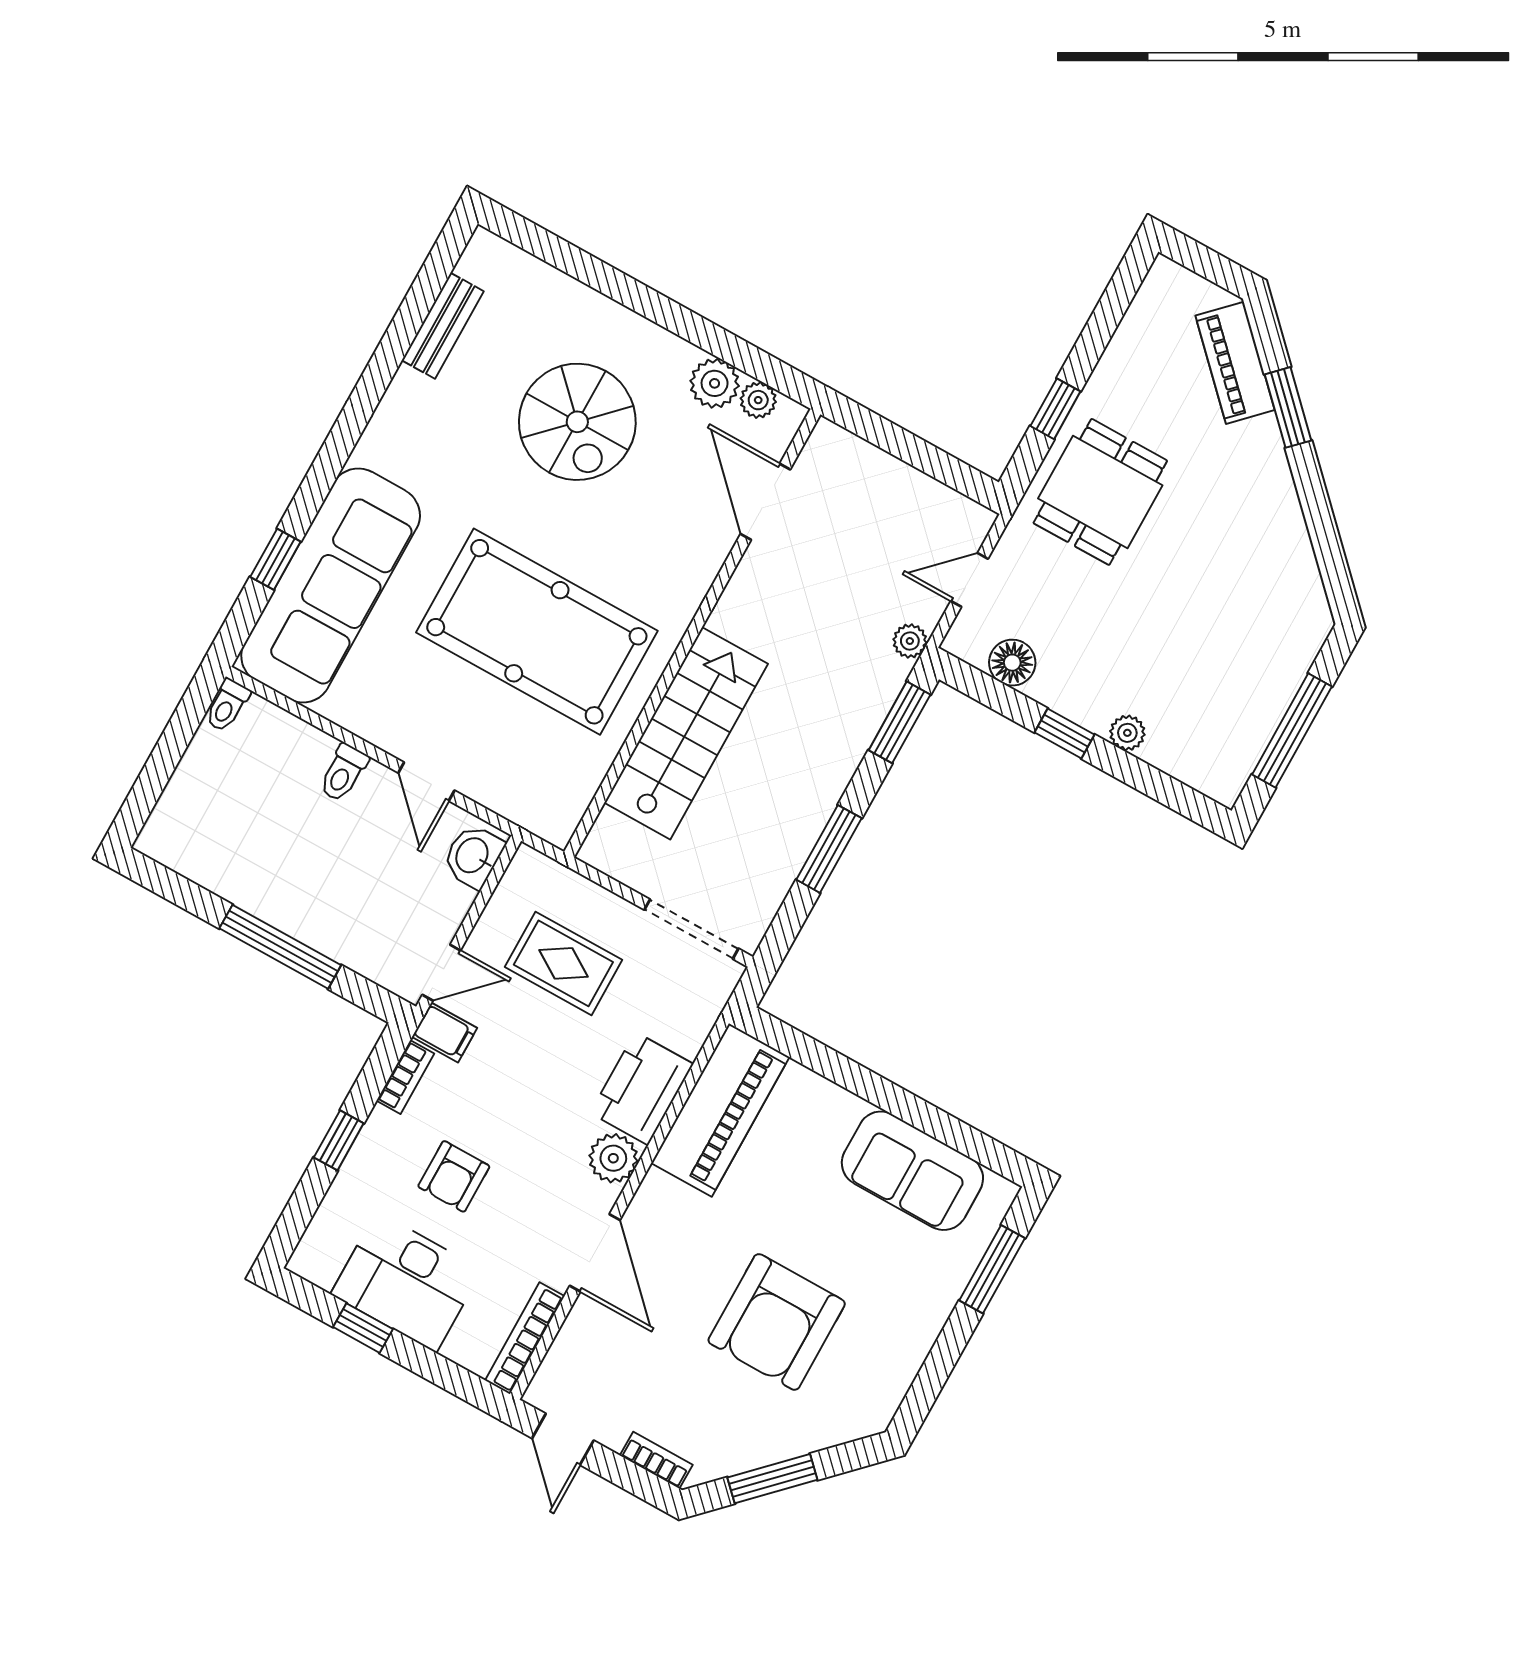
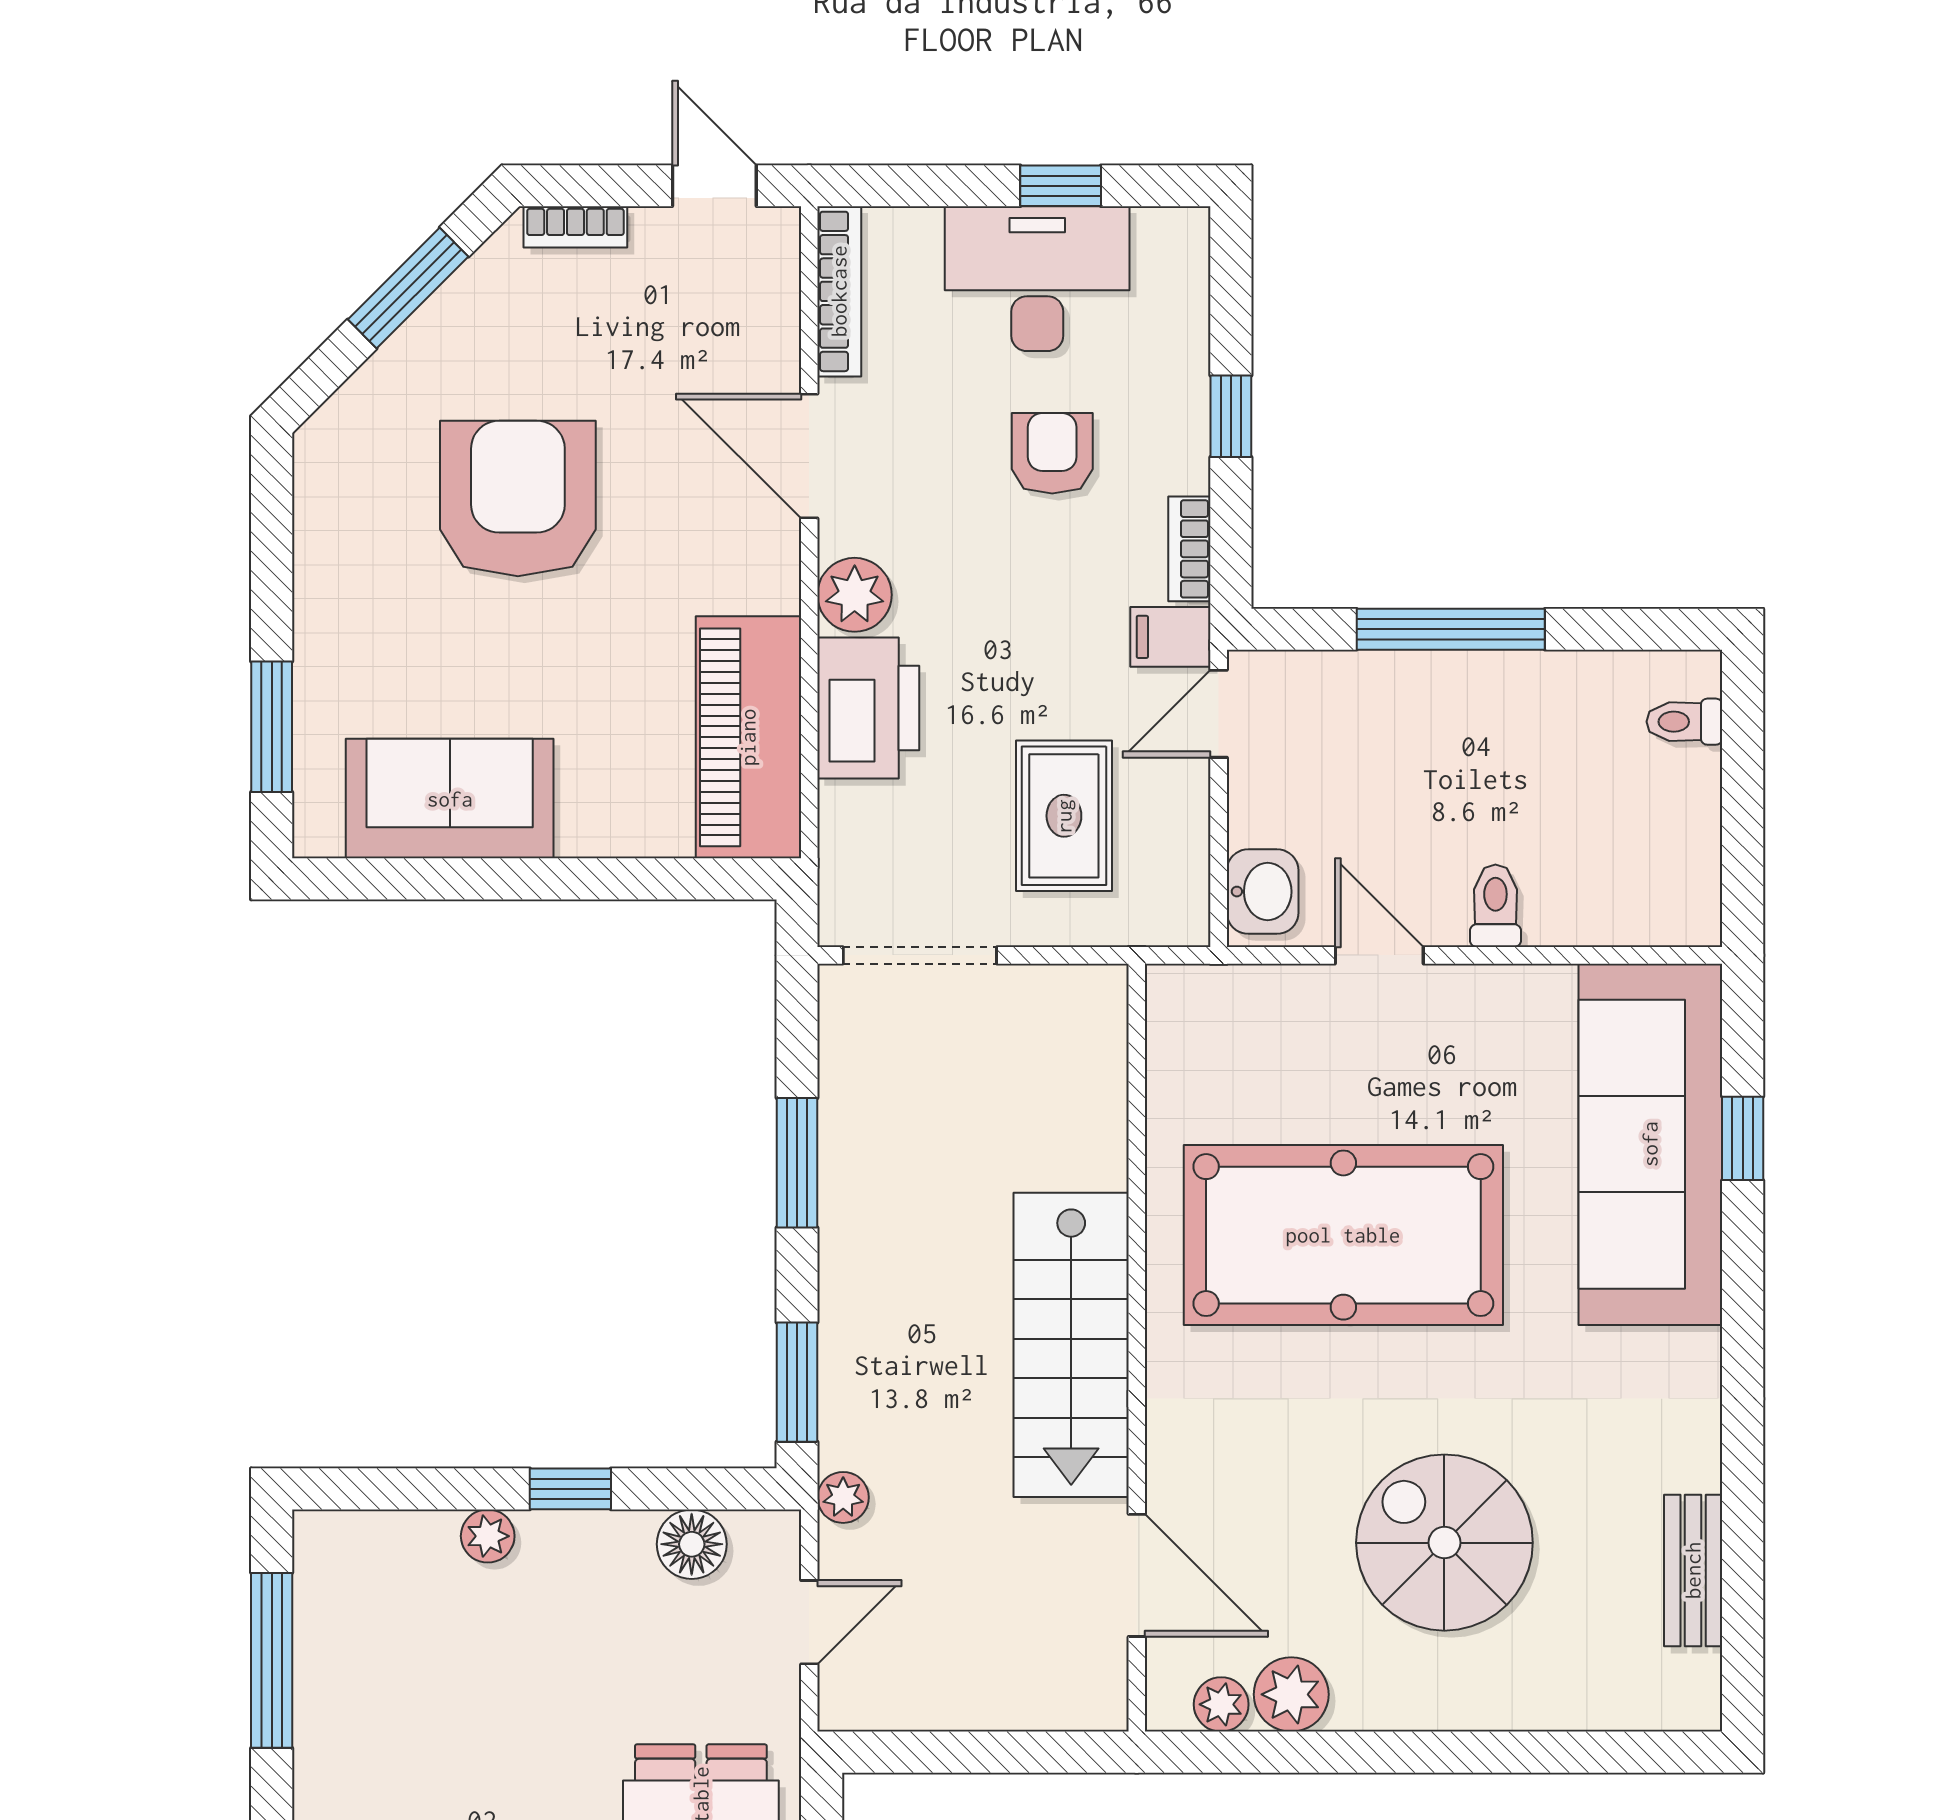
toilet: (227, 705) -> (1684, 722), moved, turned -90
stairs: (686, 733) -> (1071, 1345), moved
rug: (563, 963) -> (1064, 816), turned 90

